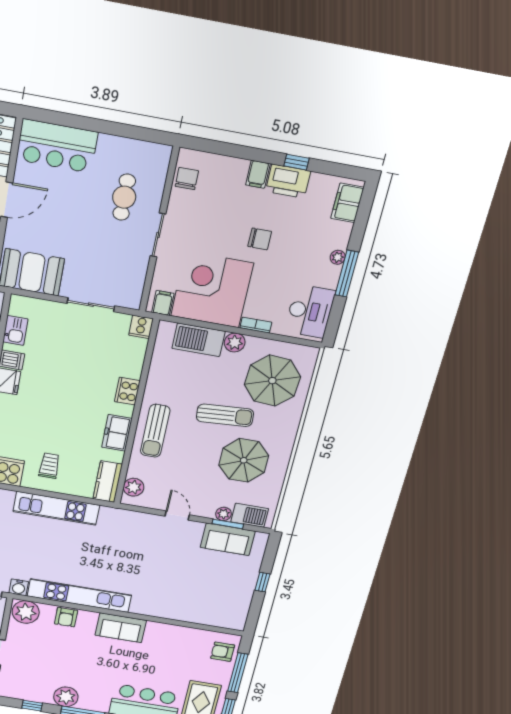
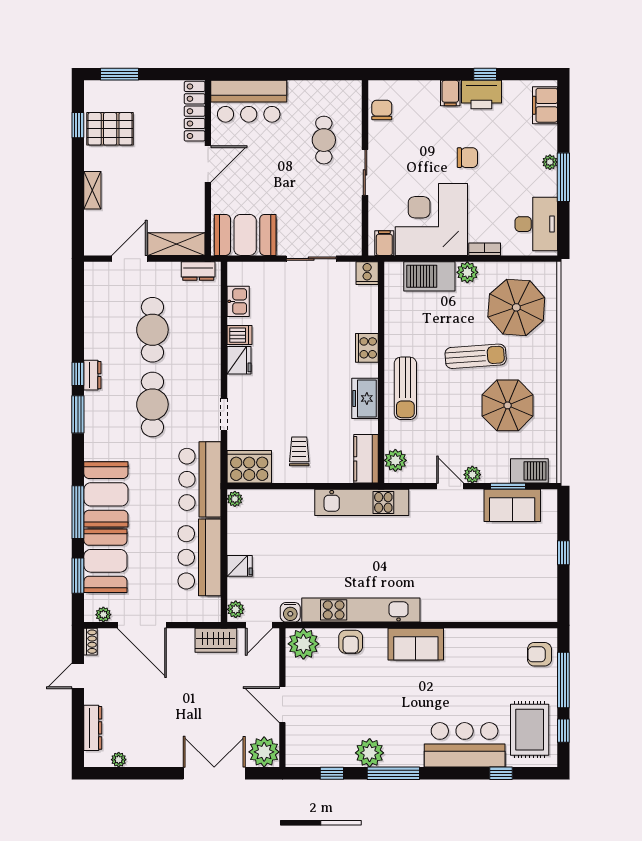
kitchen unit: (56, 508) -> (362, 502), moved
plant: (223, 514) -> (472, 475), moved

